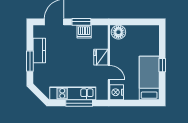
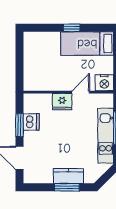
floor lamp: (118, 32) -> (32, 81), removed
kitchen counter: (39, 51) -> (68, 176), moved

